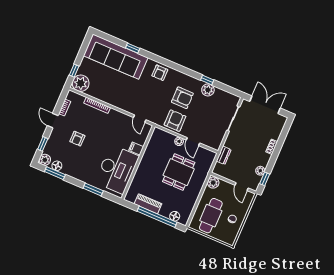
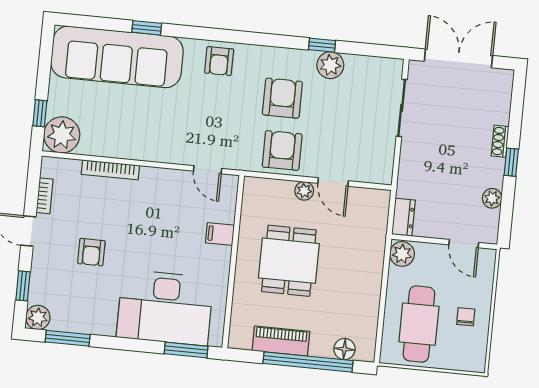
armchair: (182, 98) -> (282, 98), turned -90
dresser: (224, 155) -> (403, 217), moved
floor lamp: (57, 166) -> (67, 322), removed
desk: (117, 169) -> (165, 308), moved, turned 90
dining table: (179, 172) -> (289, 261), moved
window: (265, 179) -> (511, 162), moved
window: (93, 189) -> (186, 350), moved

